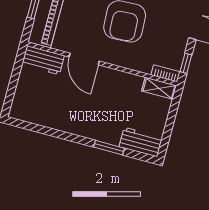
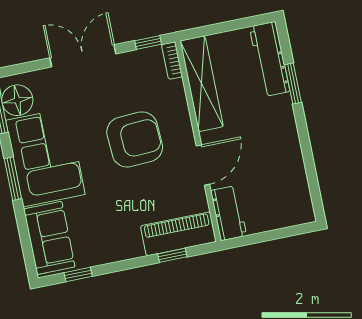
shelving: (159, 88) -> (202, 84), width x2.20, depth x1.33
workbench: (141, 142) -> (270, 59), width x1.38

